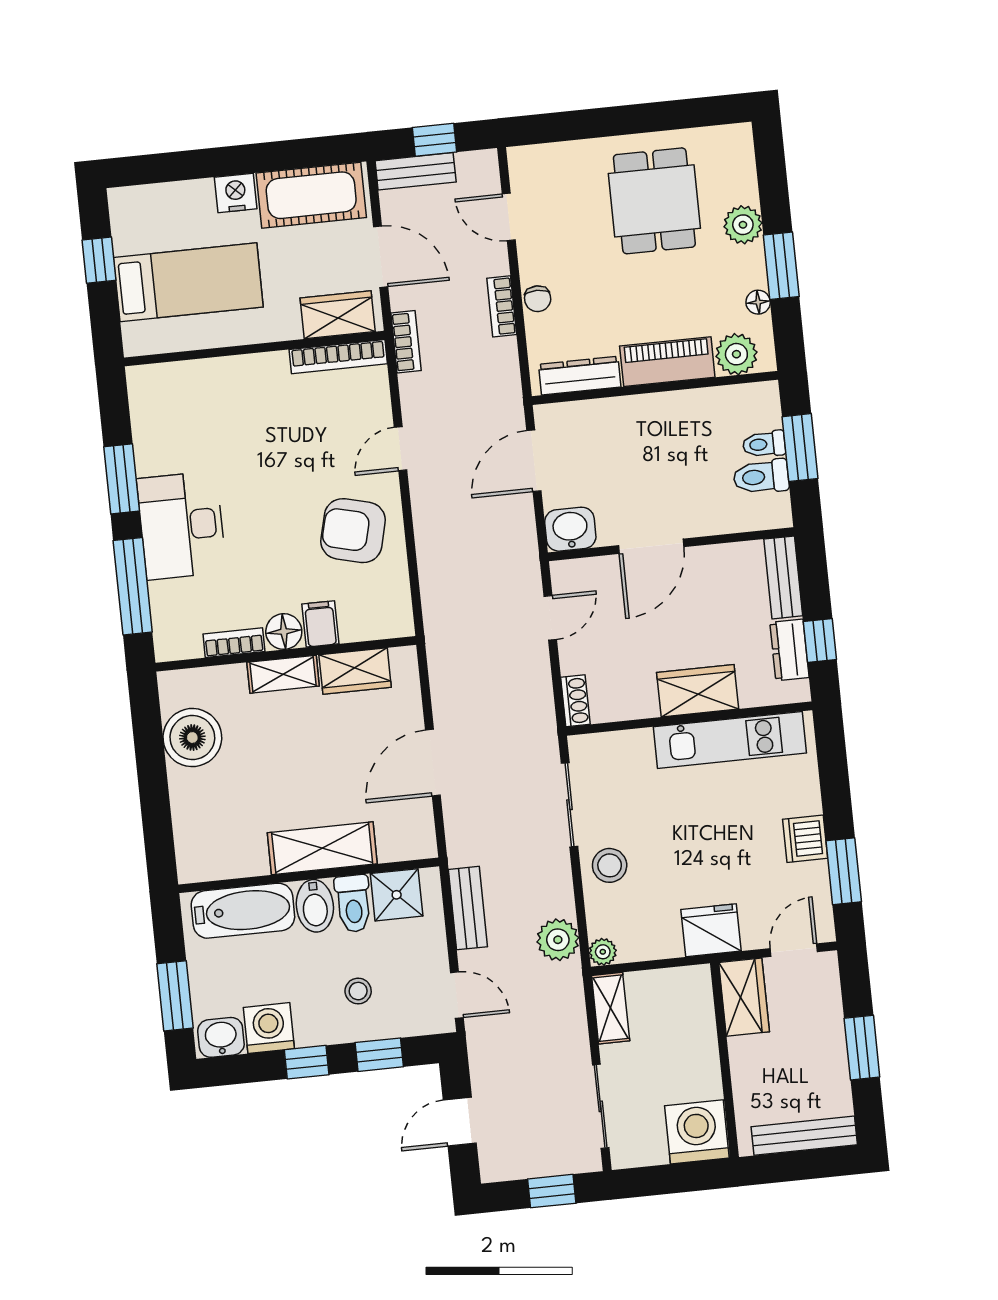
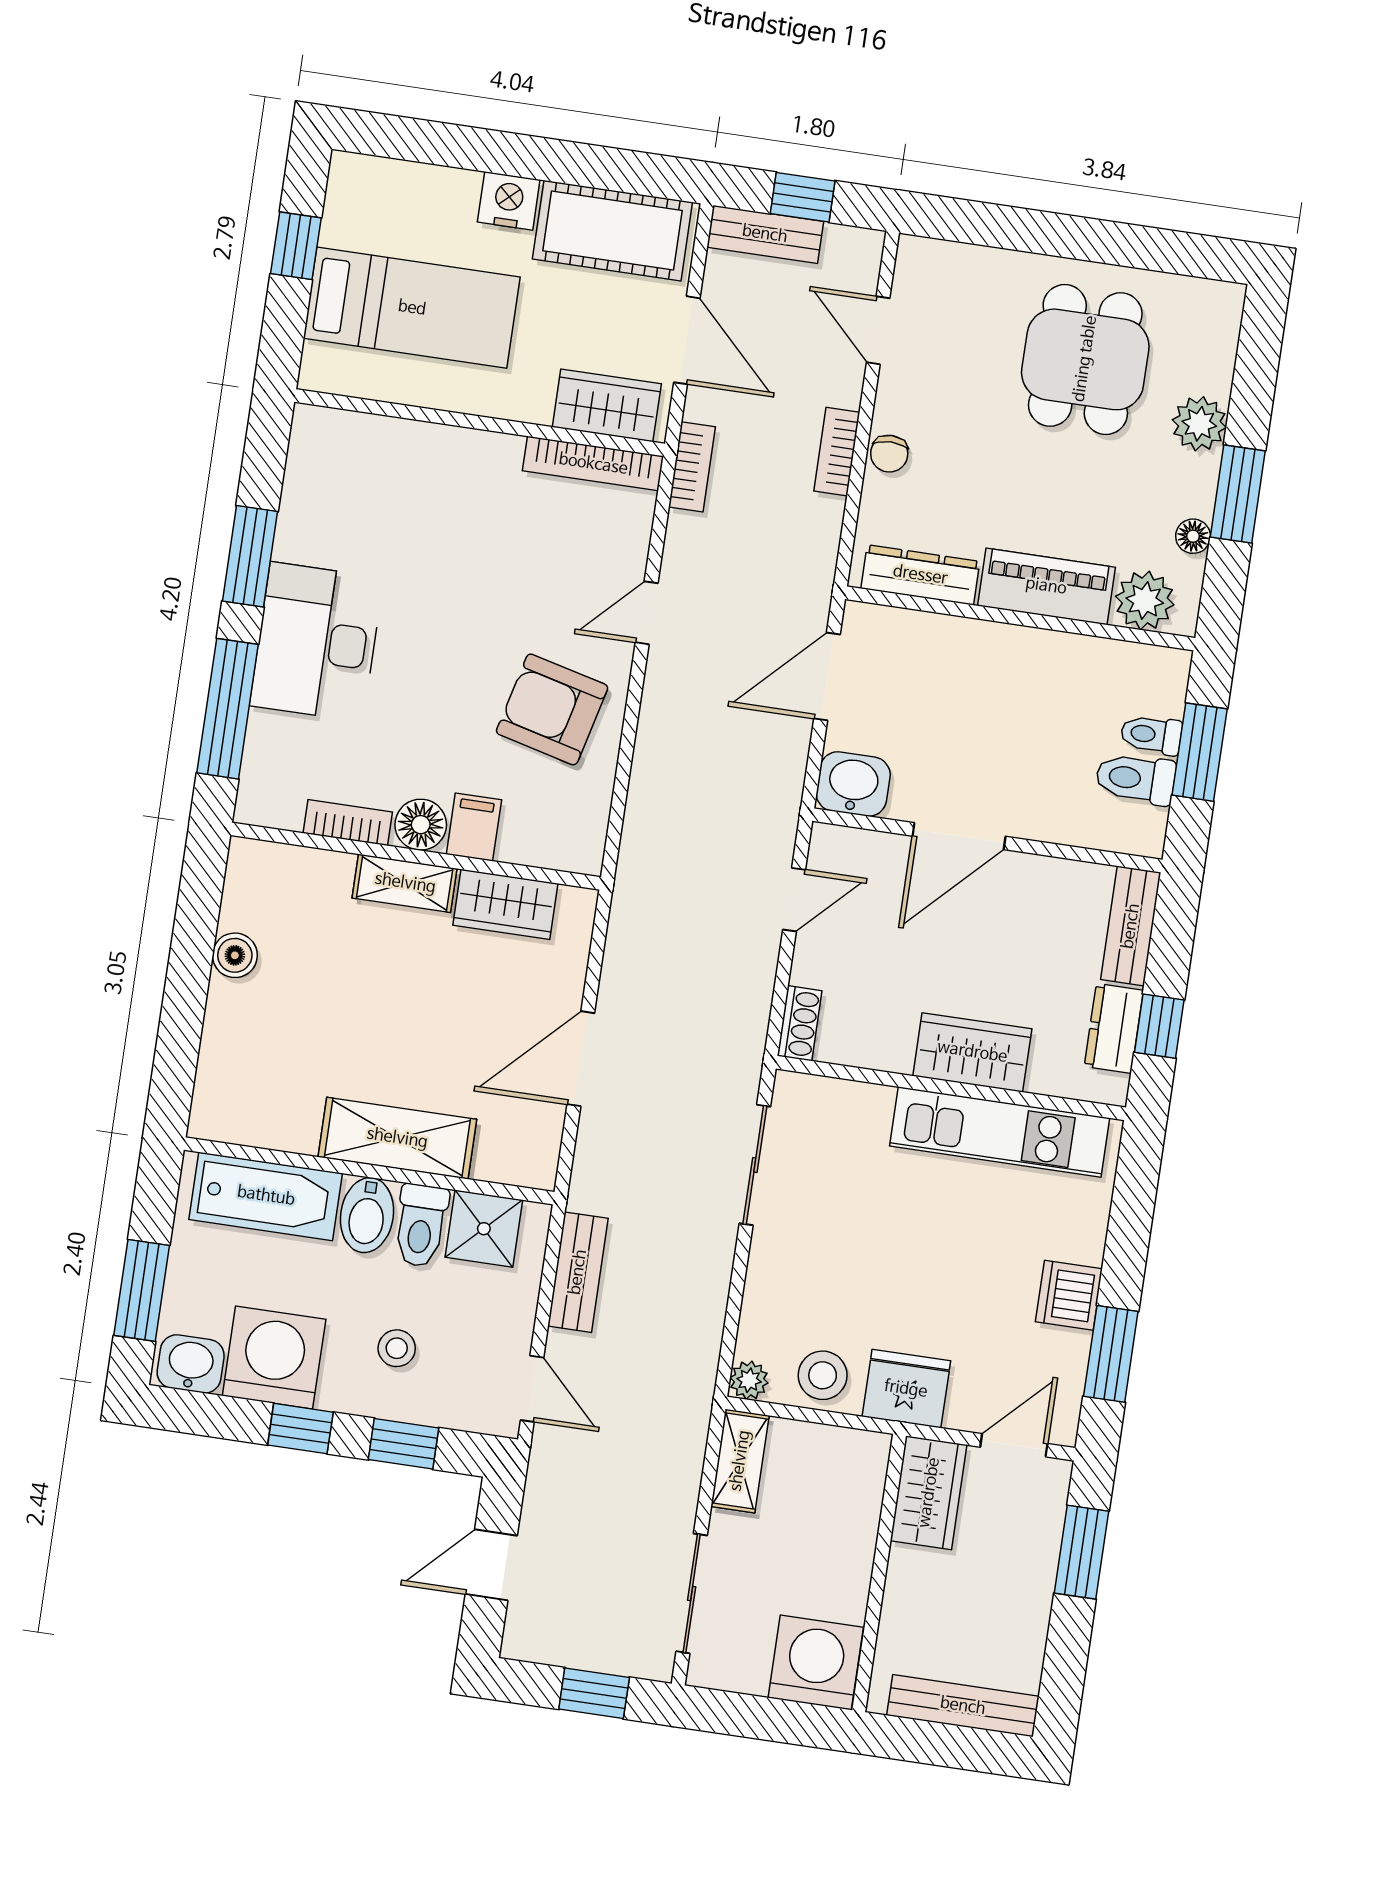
boiler: (192, 738) -> (235, 955), width x0.54, depth x0.54
stool: (610, 865) -> (823, 1375), moved
plant: (558, 940) -> (691, 1348), removed
washing machine: (269, 1028) -> (274, 1358), width x1.37, depth x1.37
window: (862, 1048) -> (1082, 1552), moved

